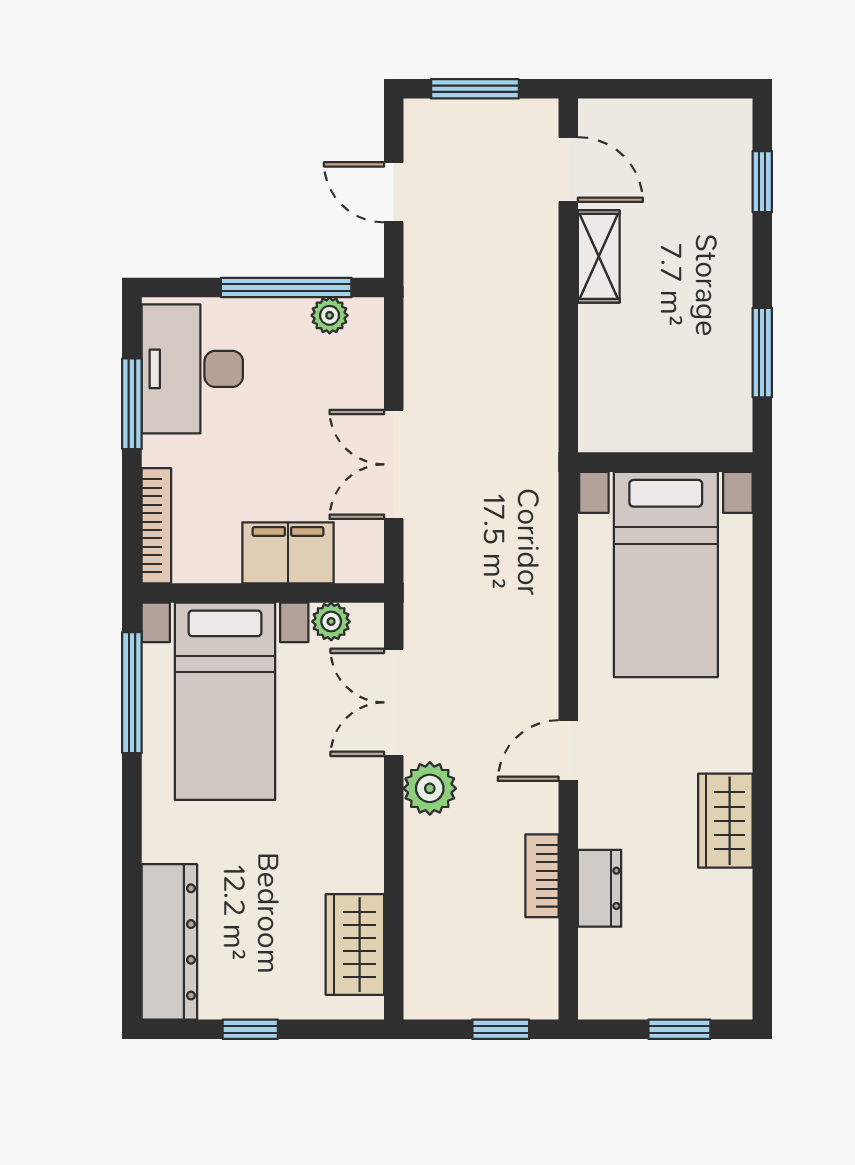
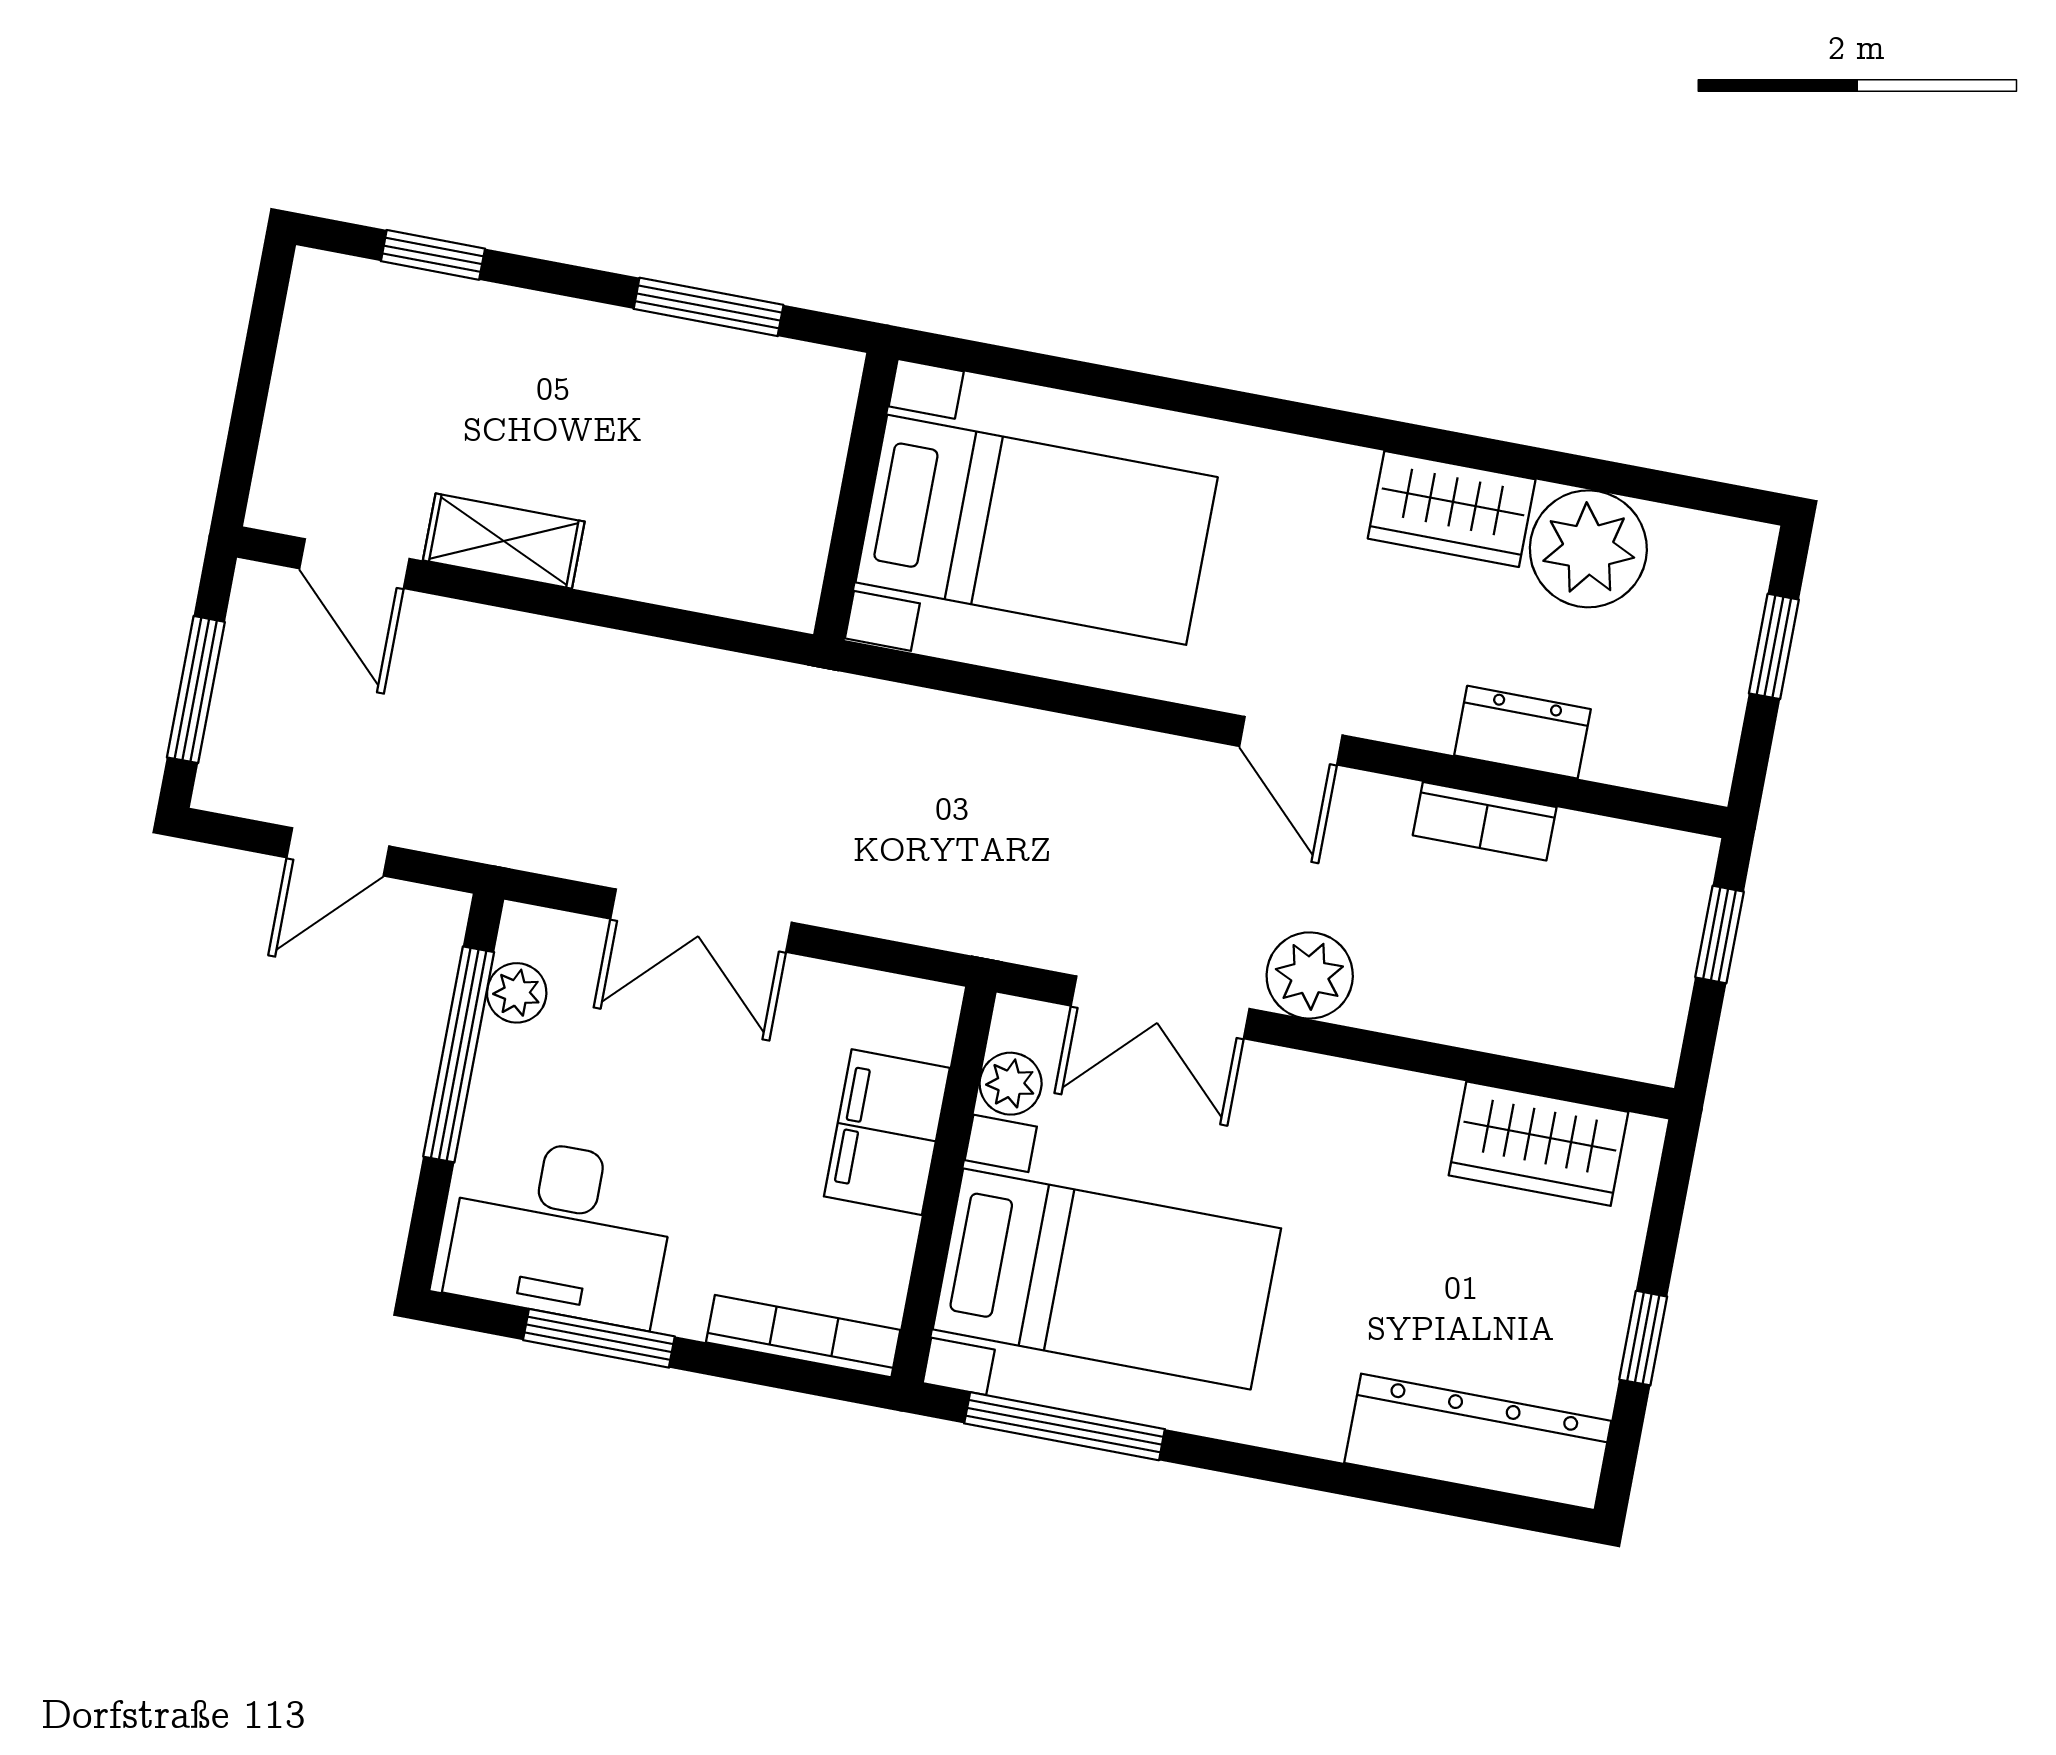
door: (568, 170) -> (354, 564), swing flipped
double door: (394, 464) -> (701, 921), moved
plant: (717, 907) -> (1588, 549), added

